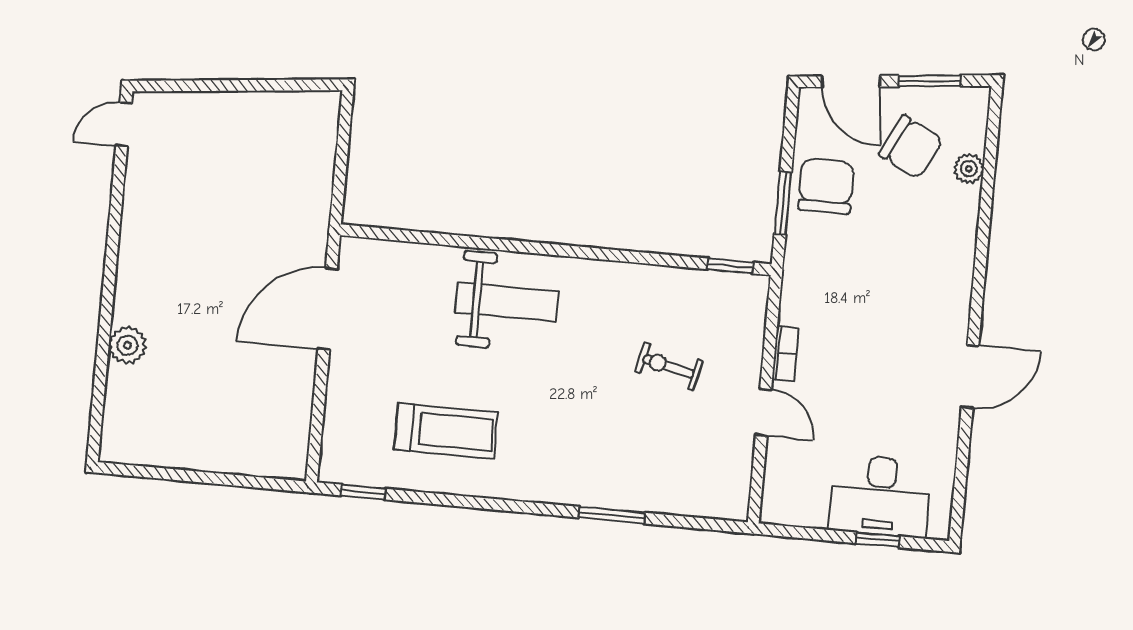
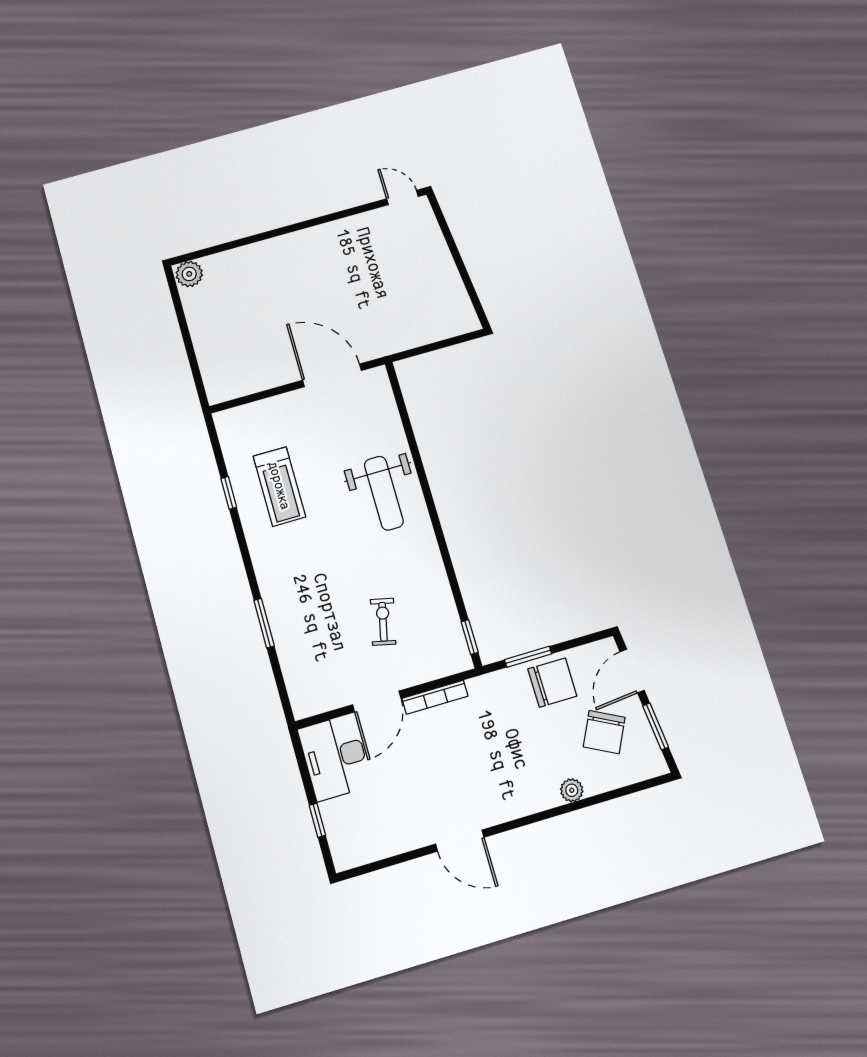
plant: (969, 169) -> (572, 790), moved
plant: (127, 345) -> (189, 274), moved
bookcase: (785, 354) -> (435, 697), width x1.56
door: (763, 412) -> (377, 701), width x1.38
window: (363, 492) -> (229, 493), moved
desk: (880, 496) -> (335, 757), moved

